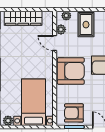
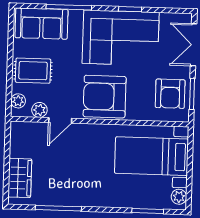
wardrobe: (23, 18) -> (20, 178), width x0.67
armchair: (71, 71) -> (105, 97), turned -90

